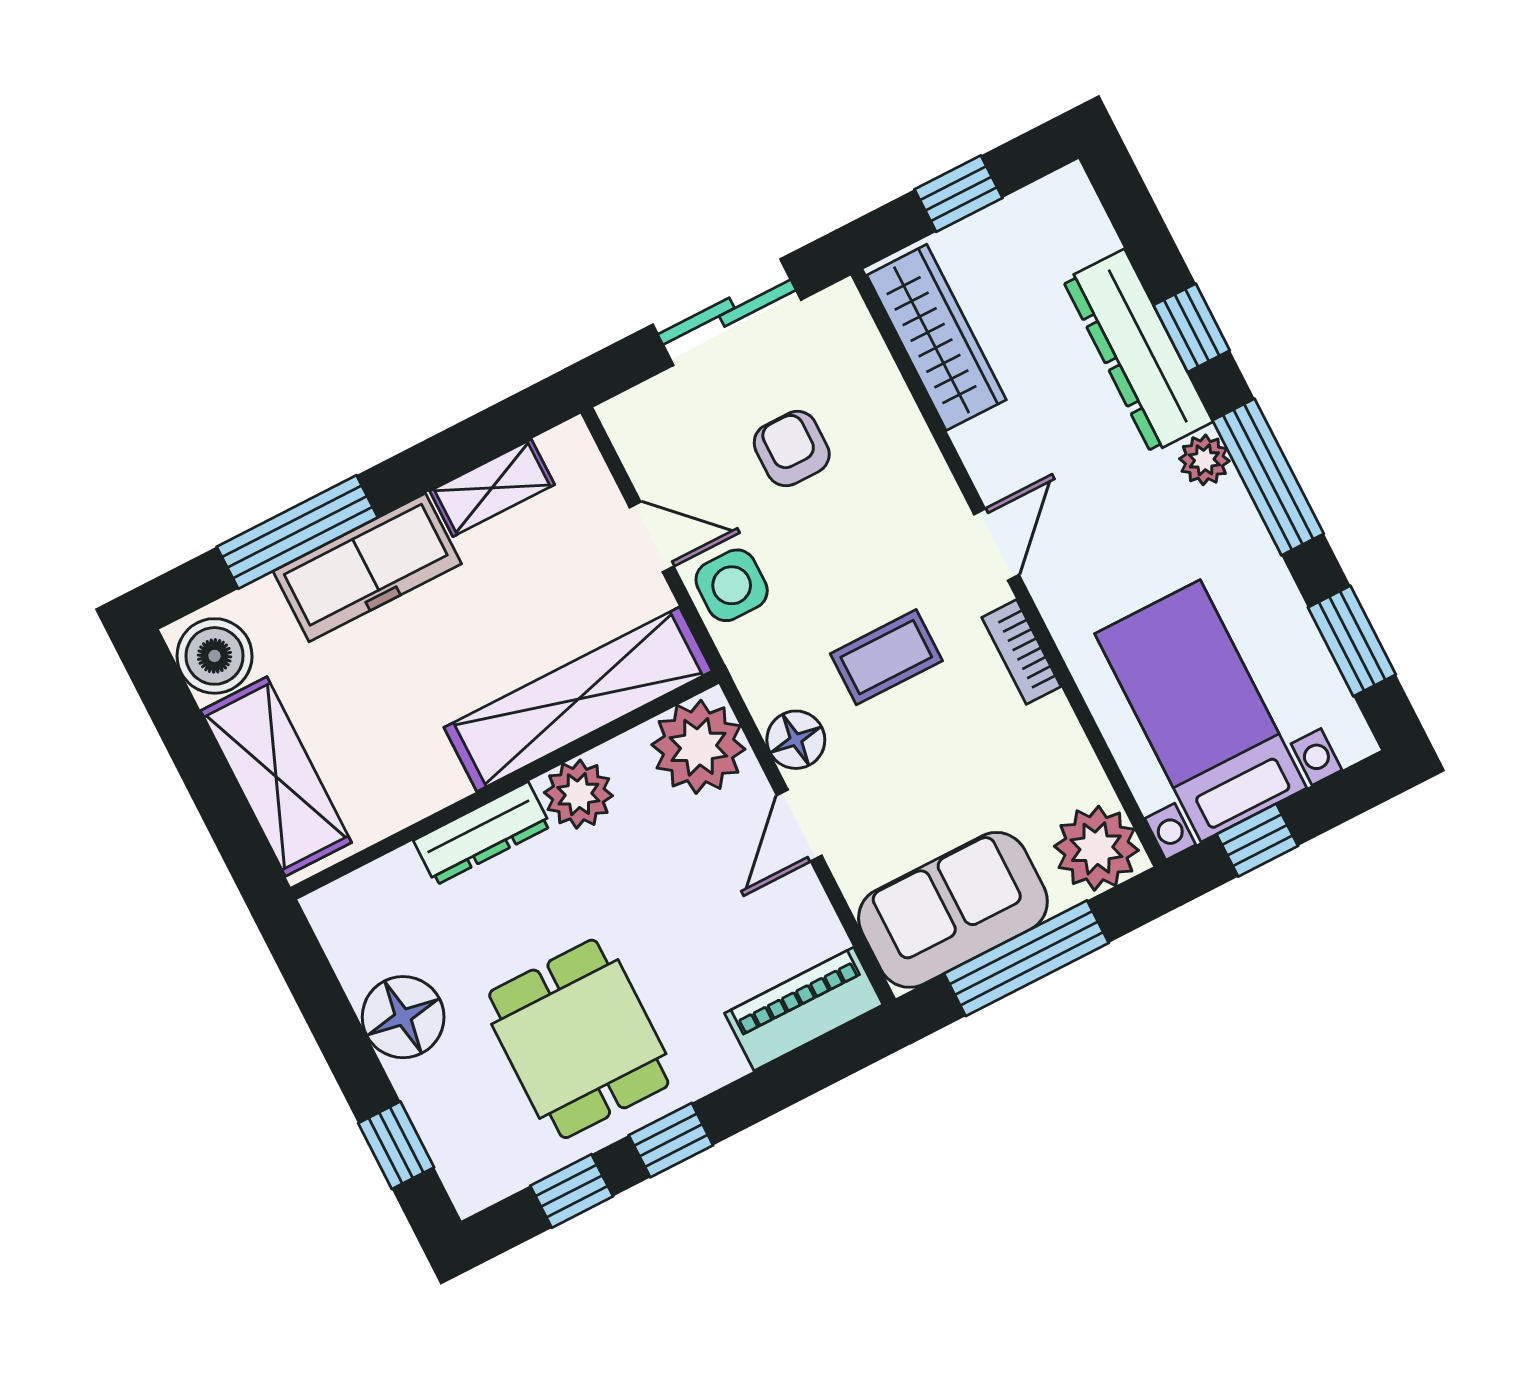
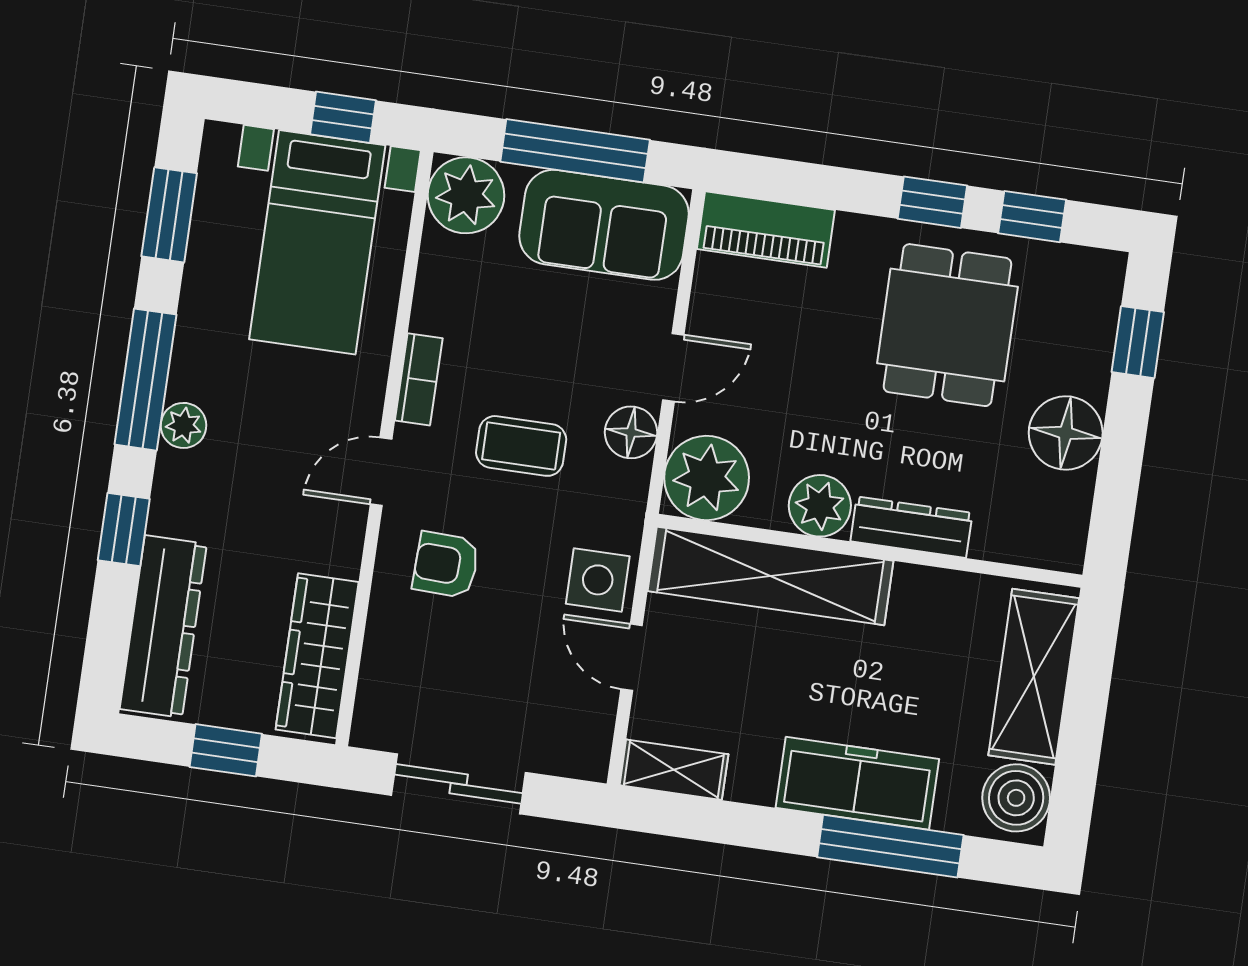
dresser: (1138, 351) -> (163, 626), moved
armchair: (792, 449) -> (446, 565), moved, turned 92
shelving: (492, 488) -> (674, 770), moved

